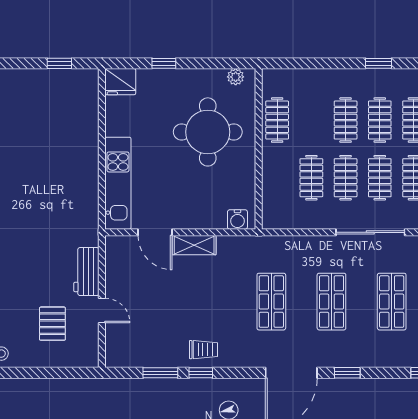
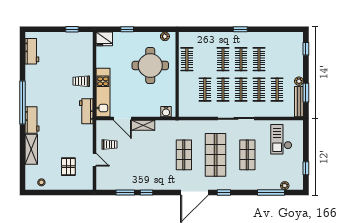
trolley: (77, 162) -> (81, 81), added
workbench: (86, 272) -> (86, 111), moved
shop shelf: (331, 302) -> (216, 155), width x1.43, depth x1.36
trolley: (203, 350) -> (109, 144), moved

